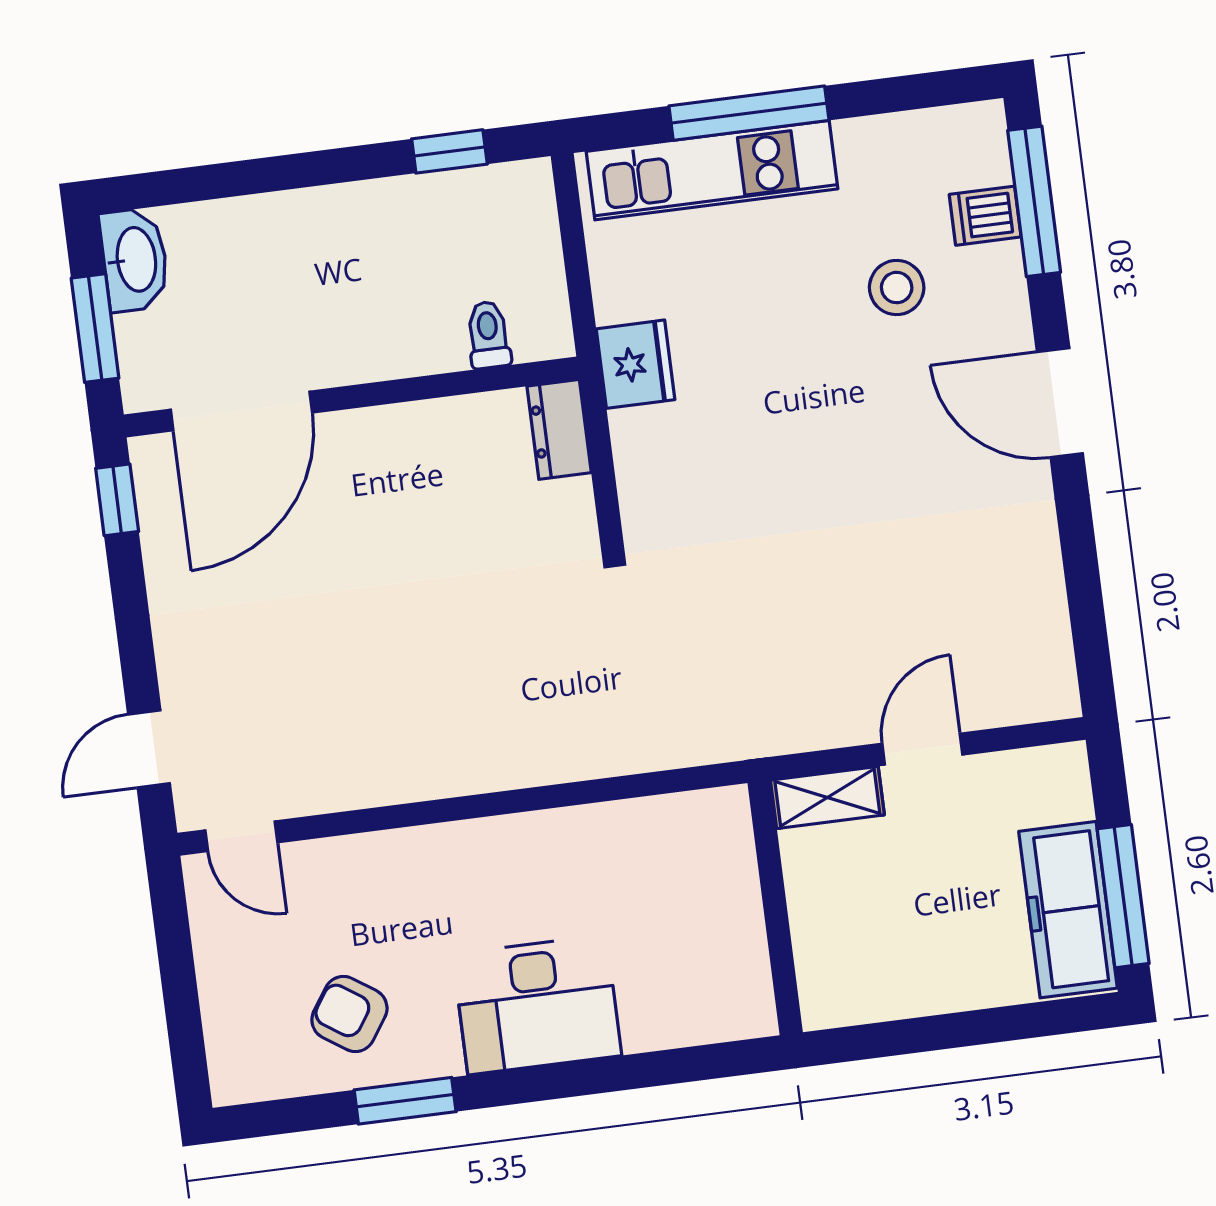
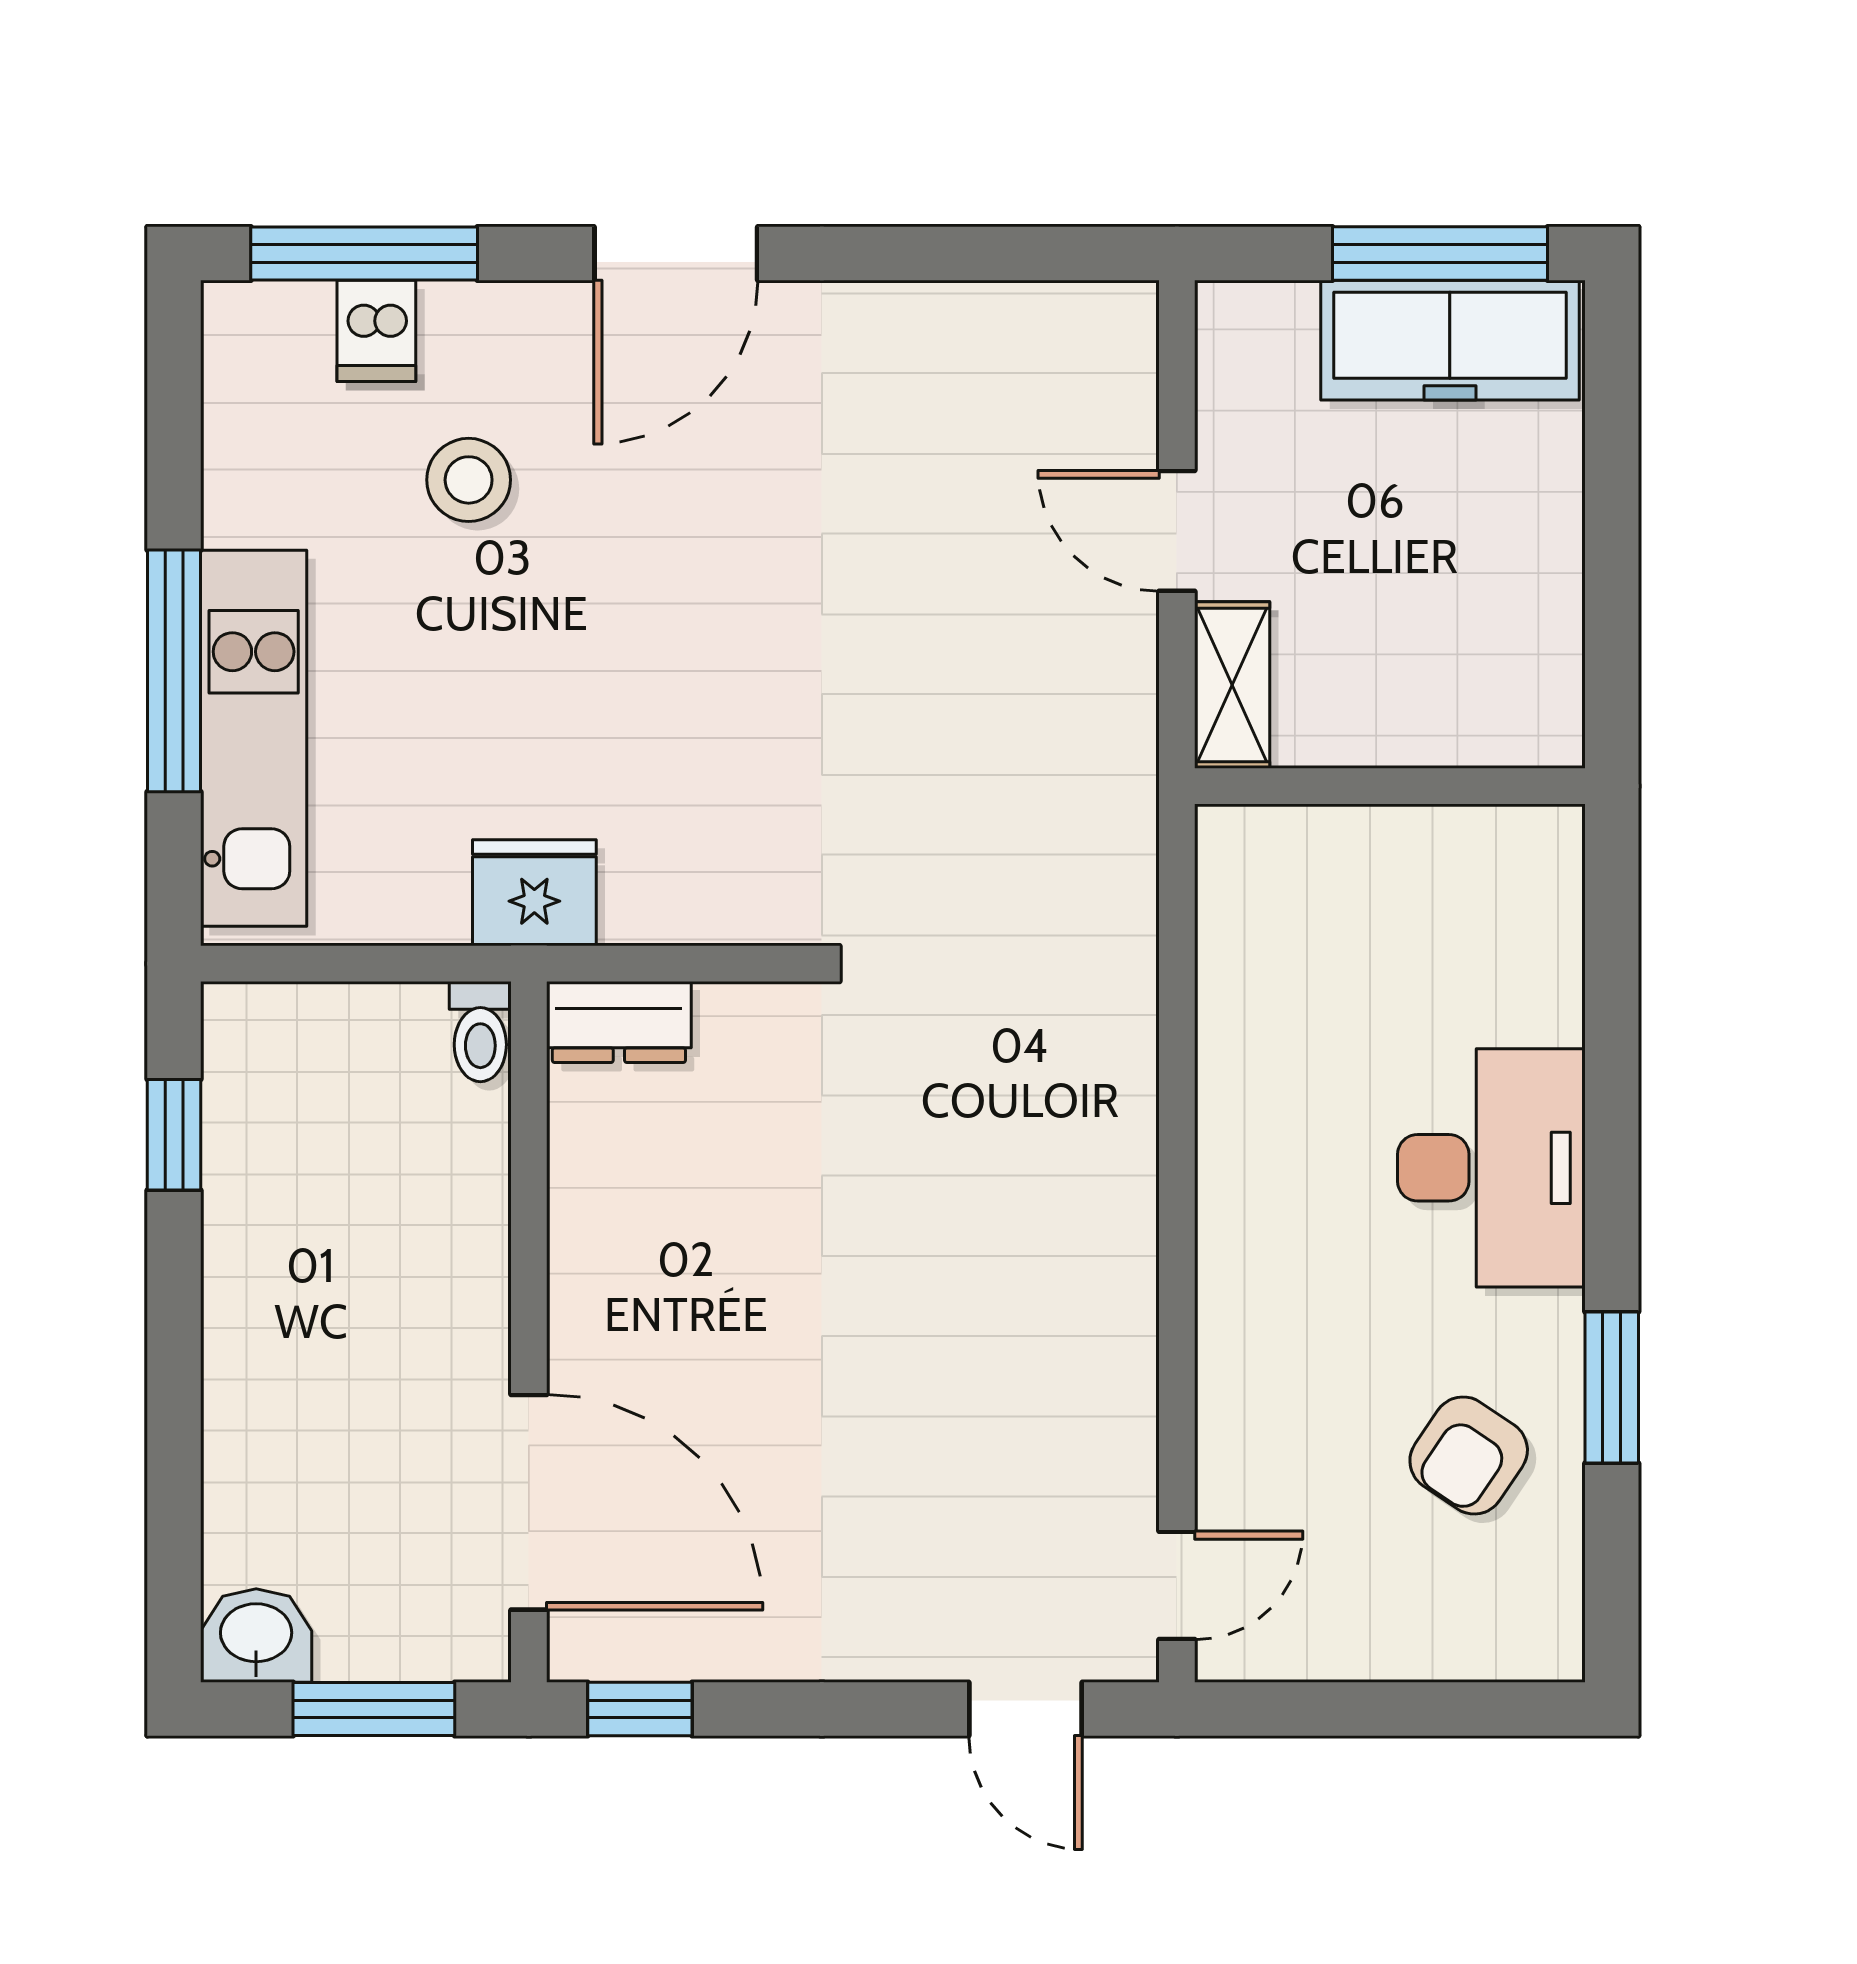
washbasin: (135, 260) -> (256, 1636), width x0.72
toilet: (488, 335) -> (480, 1032), moved, turned -90

